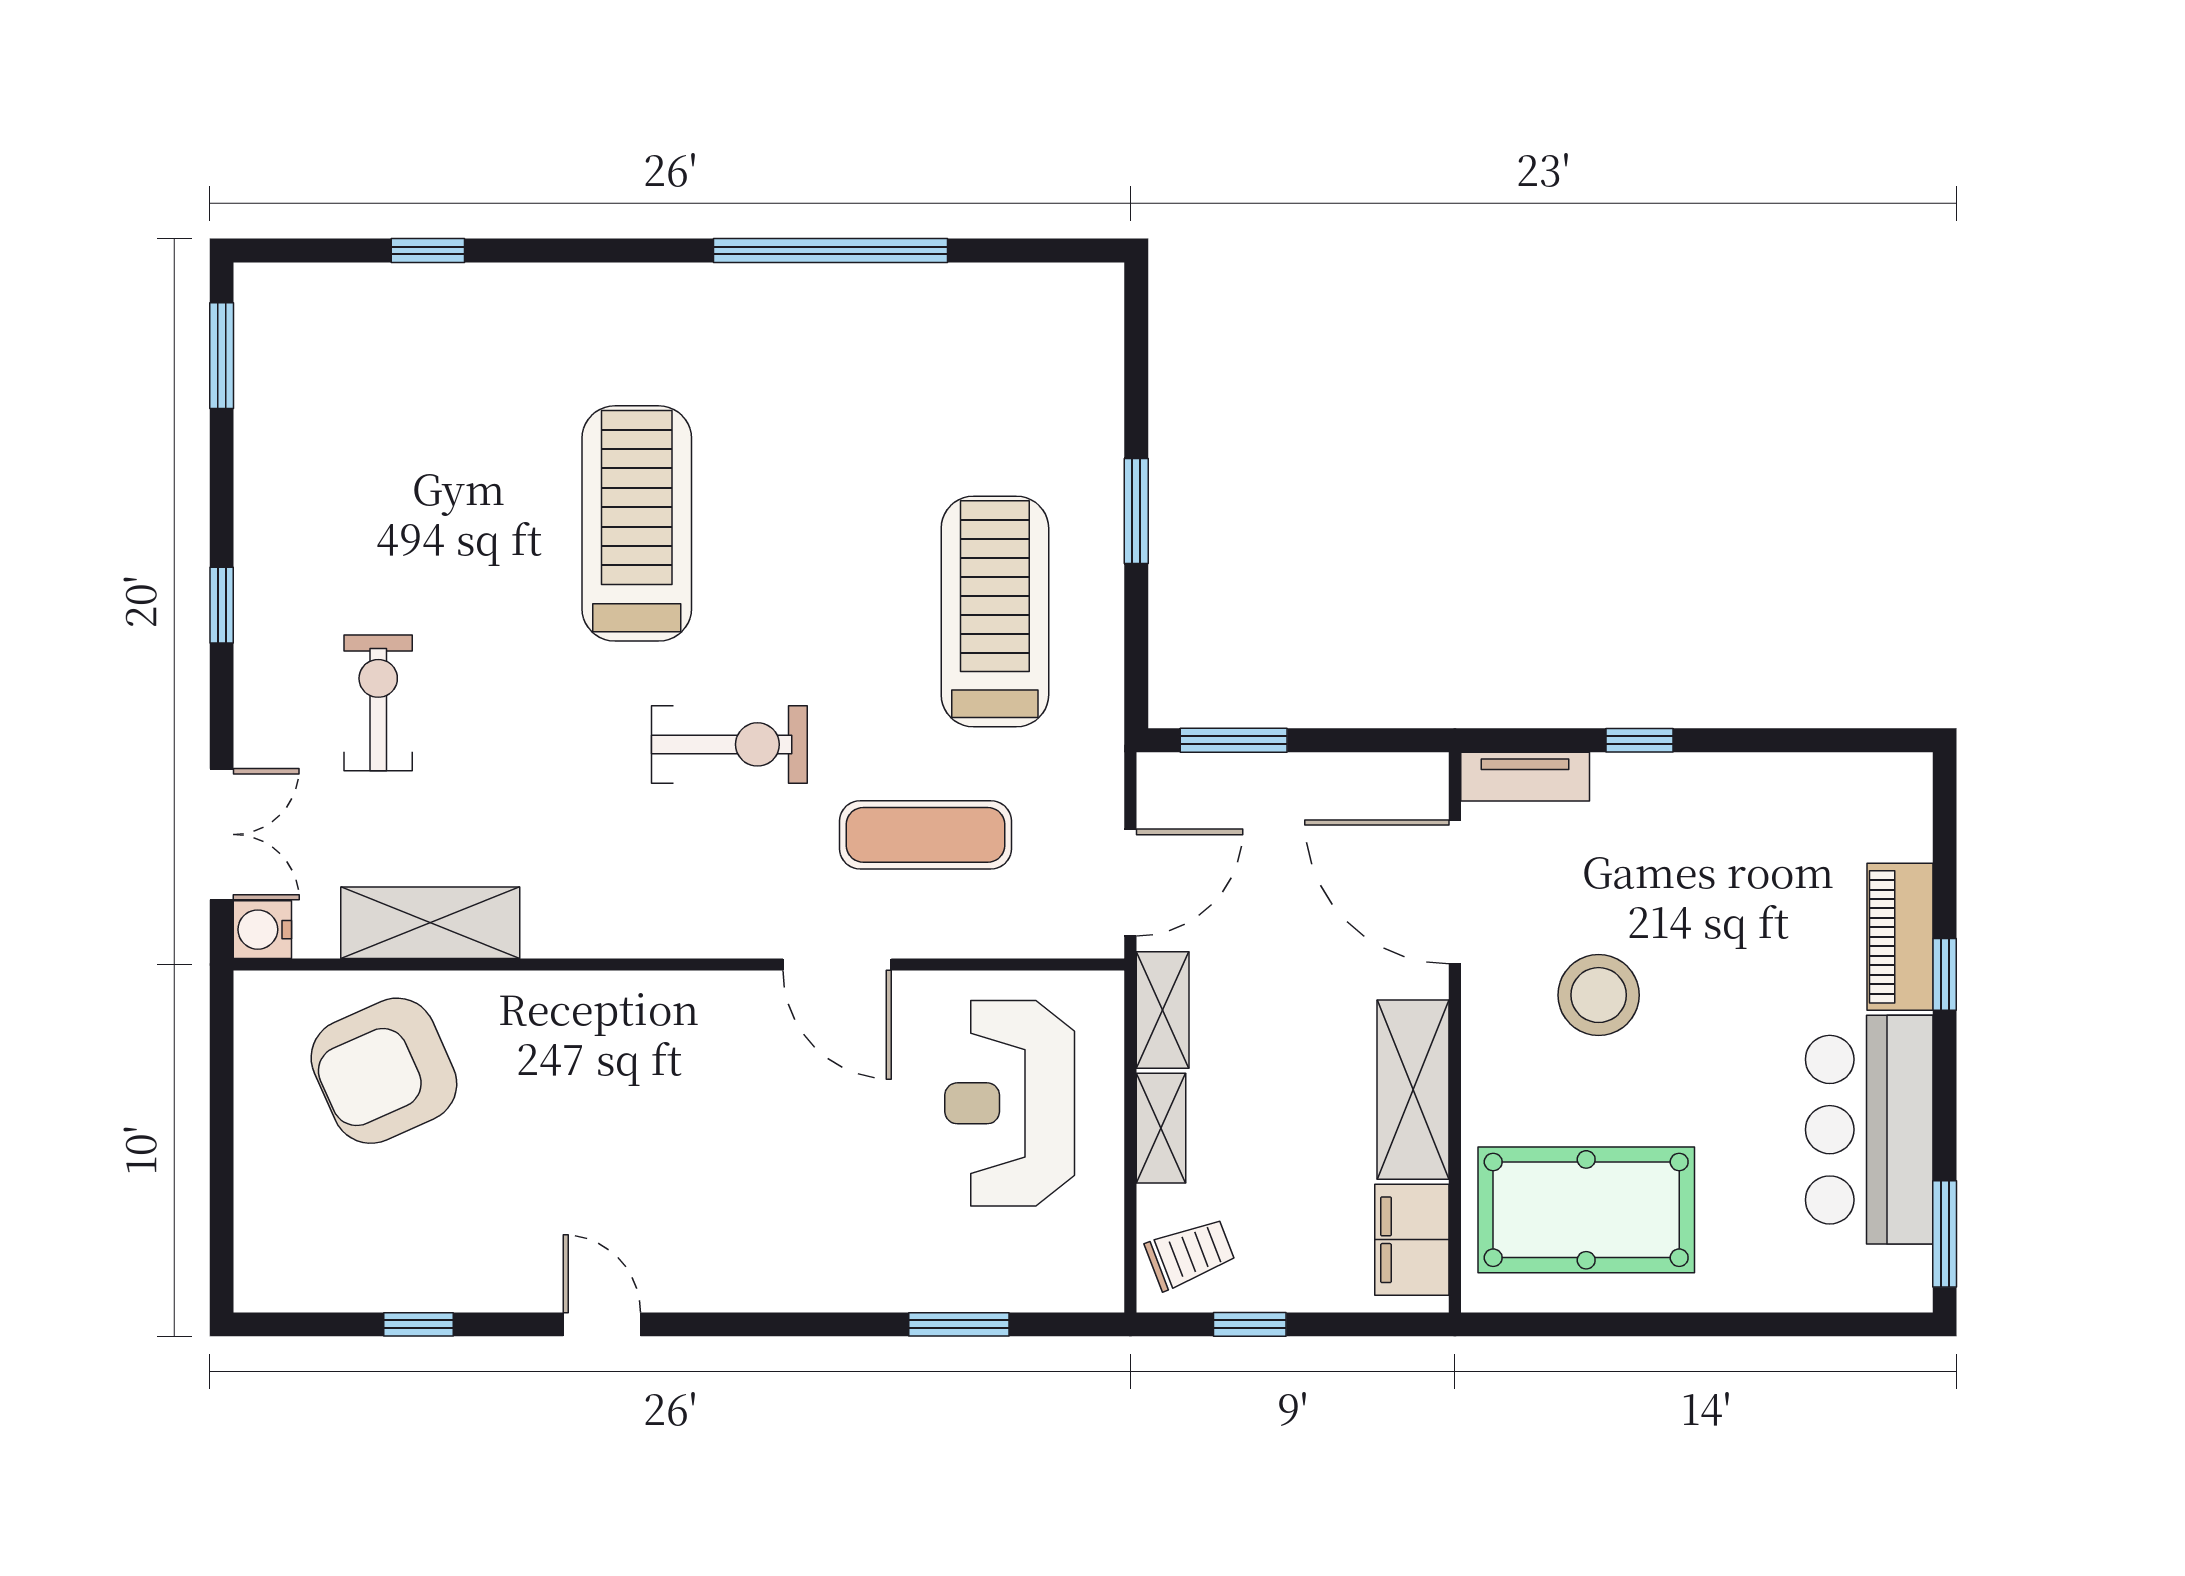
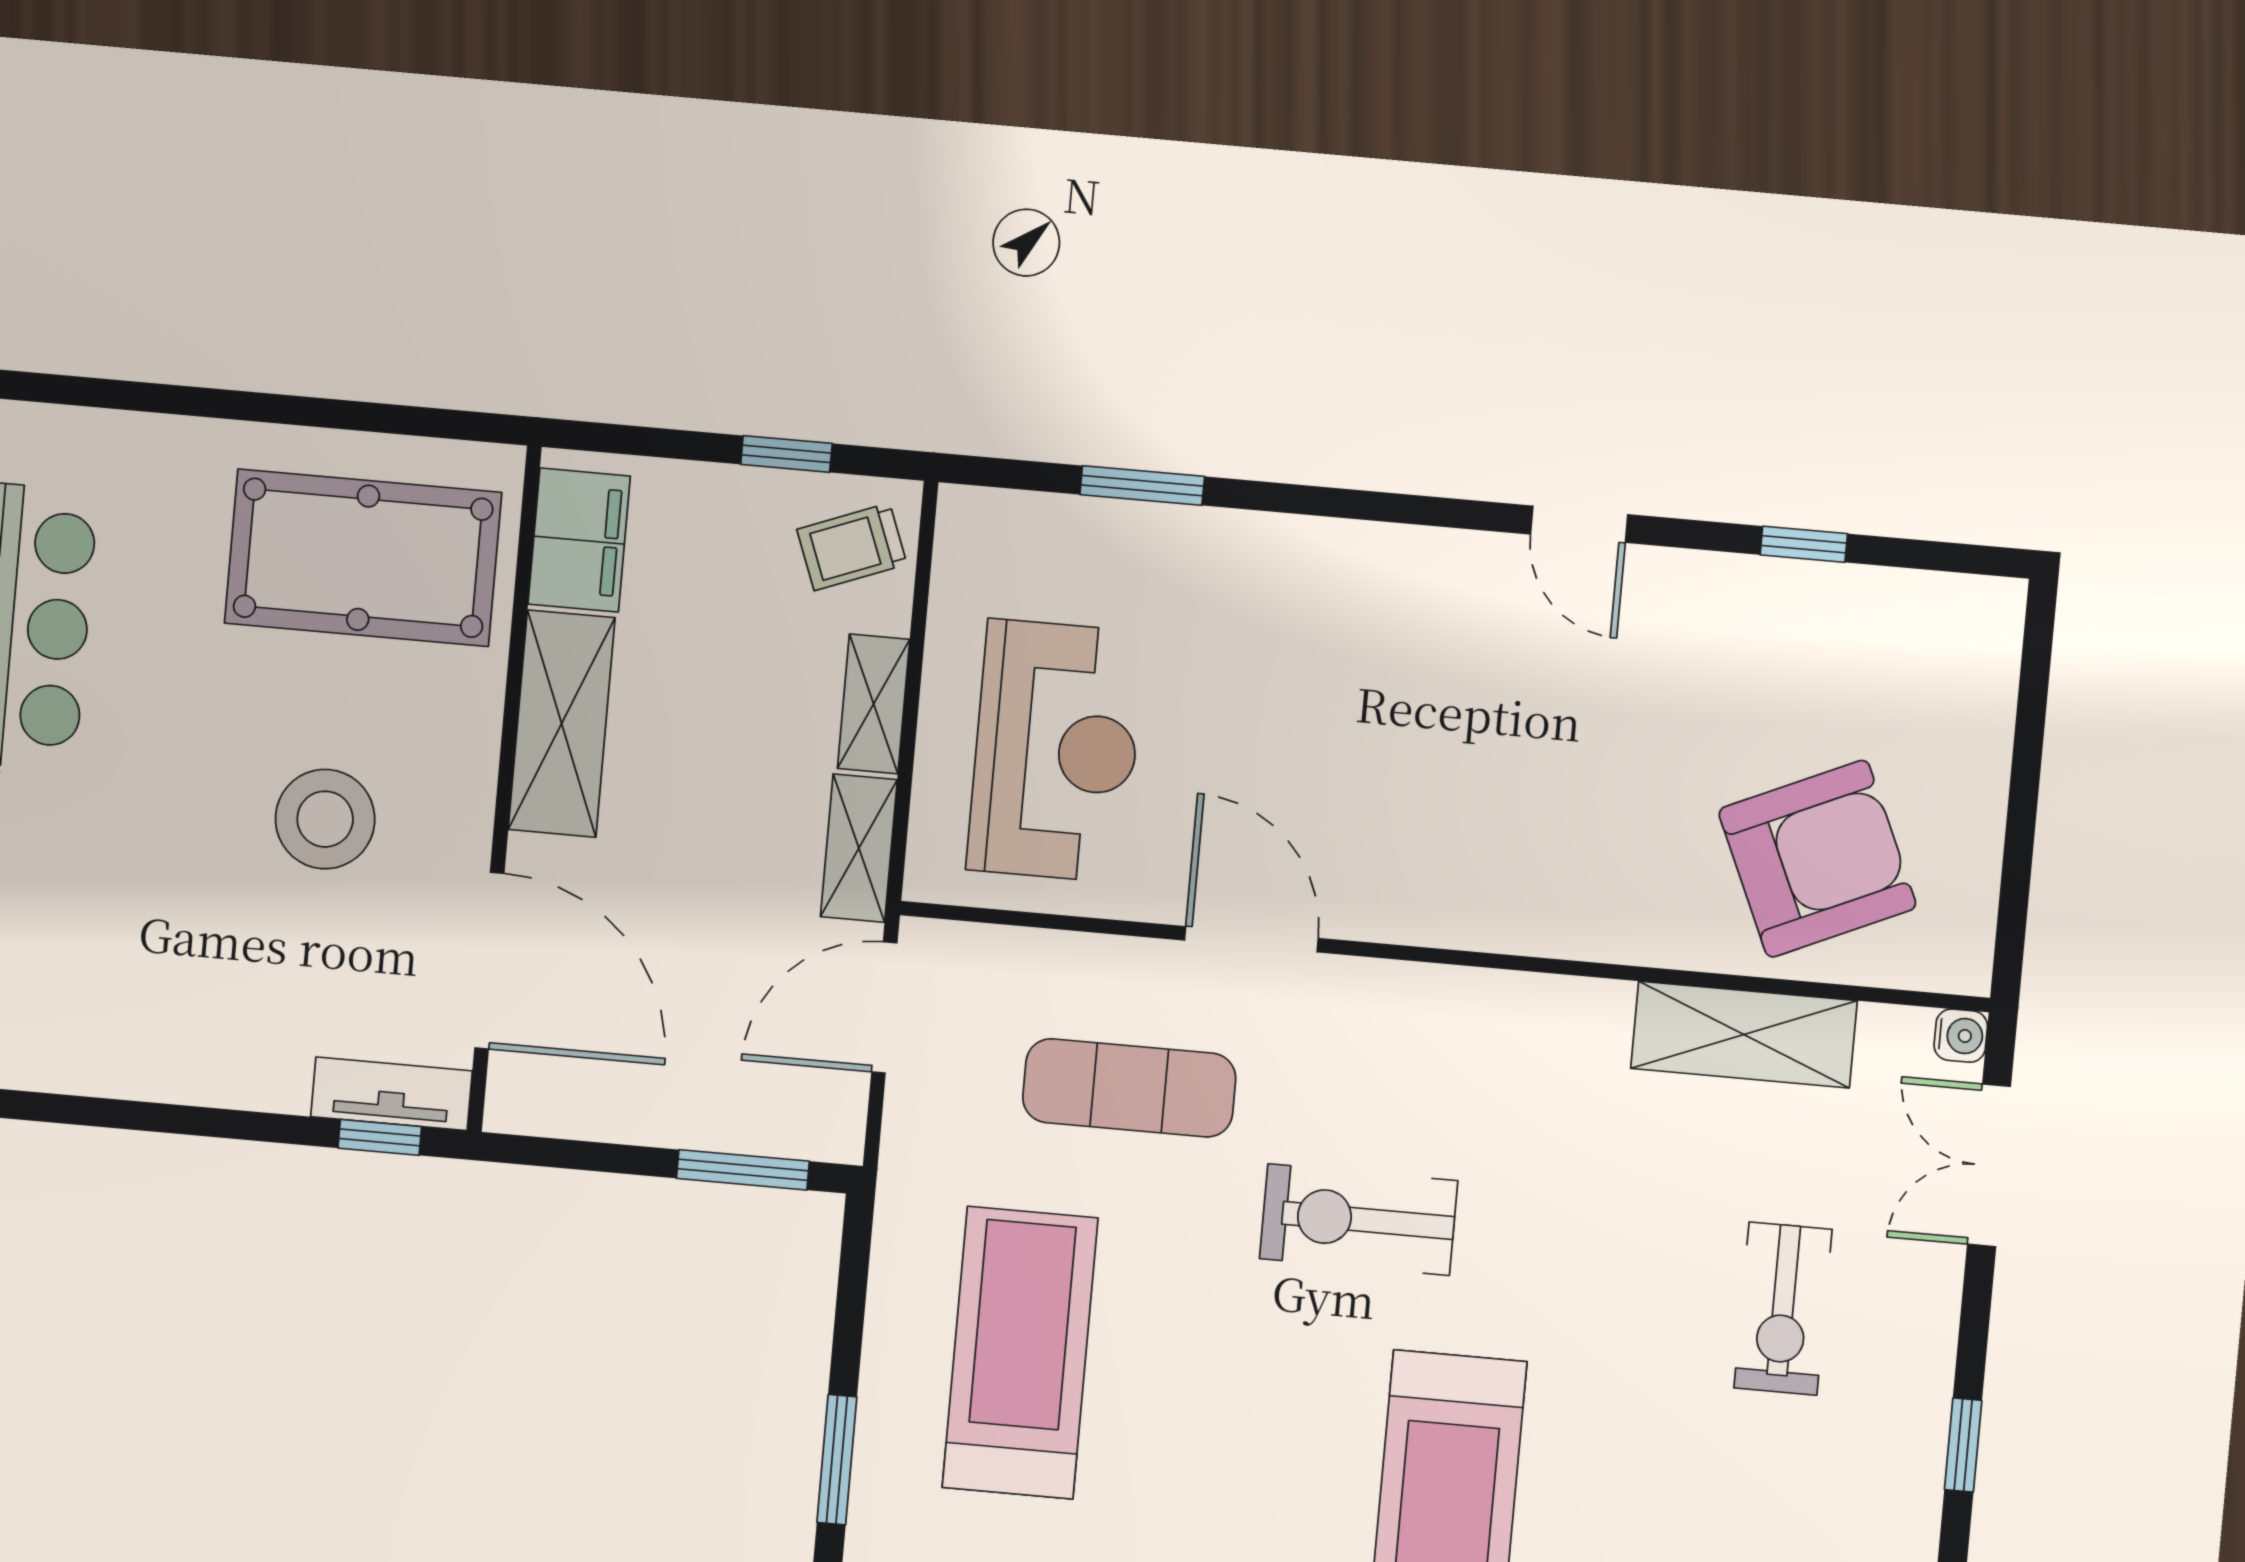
treadmill: (995, 612) -> (1020, 1353), turned 180
window: (1640, 740) -> (380, 1137), moved
water cooler: (262, 930) -> (1961, 1036), width x0.72, depth x0.72

